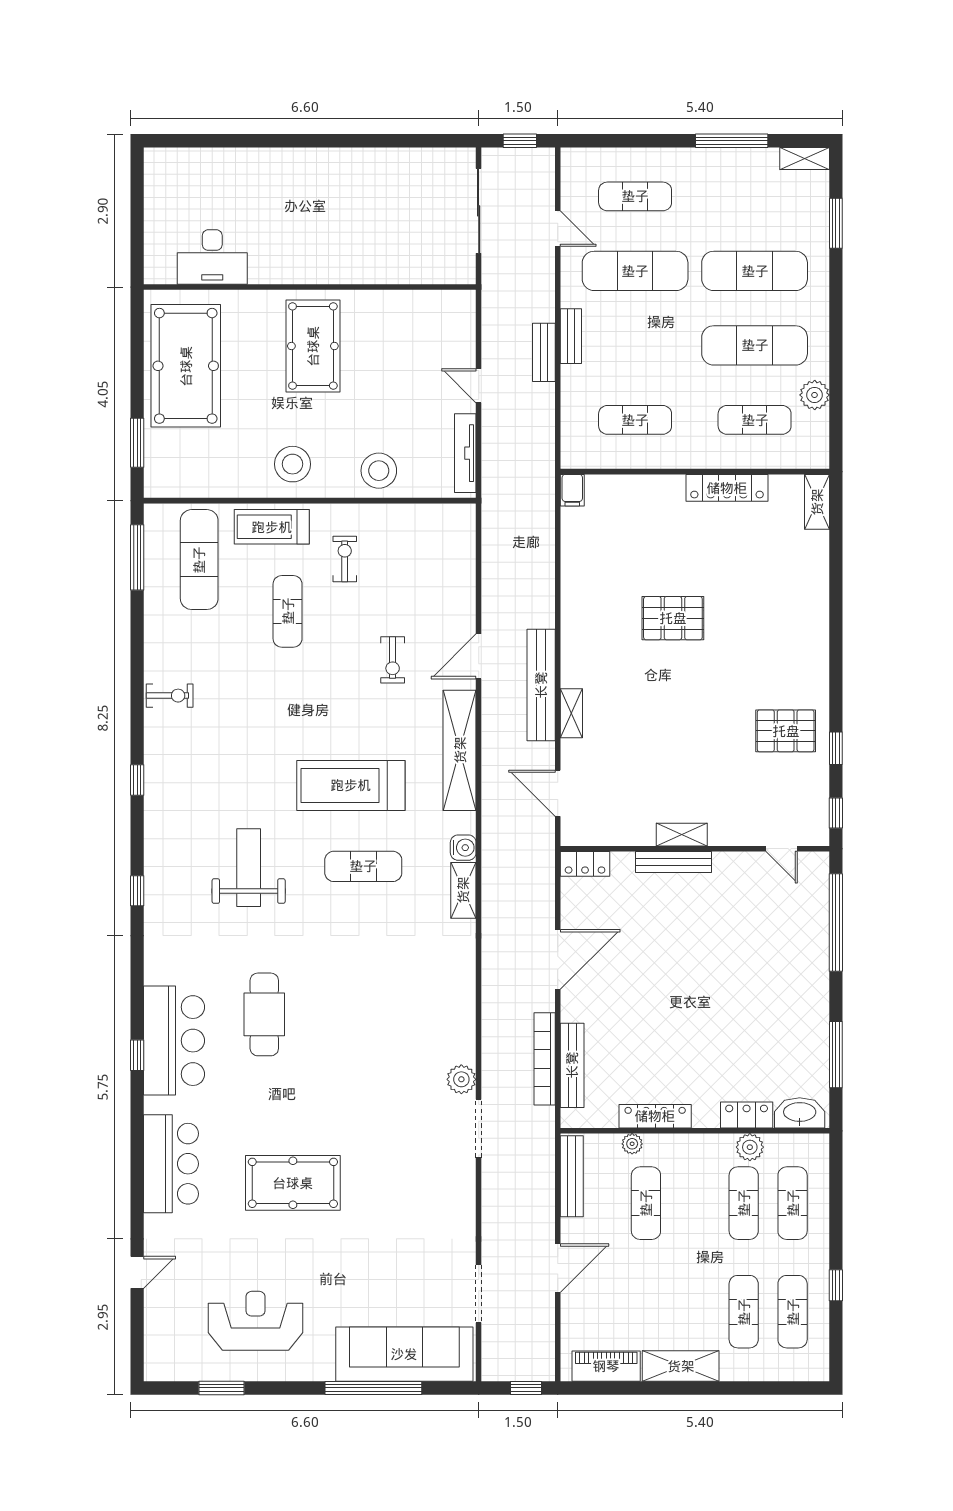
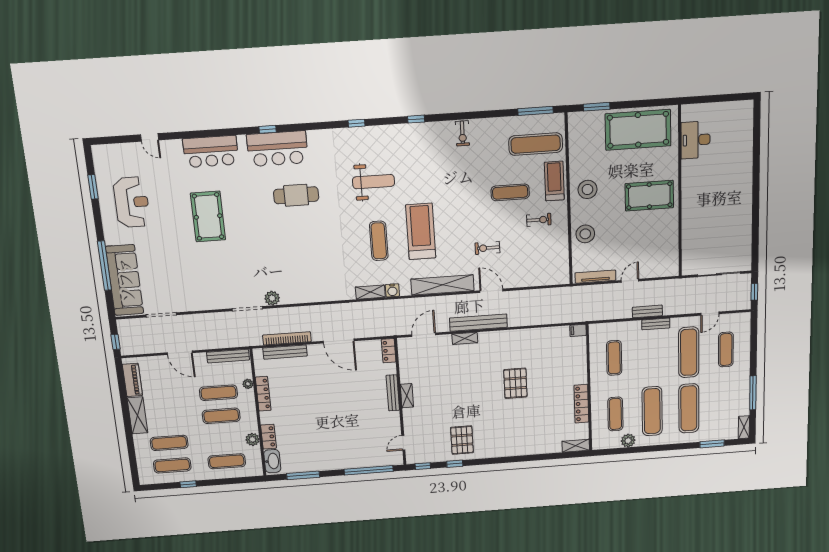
exercise mat: (744, 1203) -> (221, 416), moved

